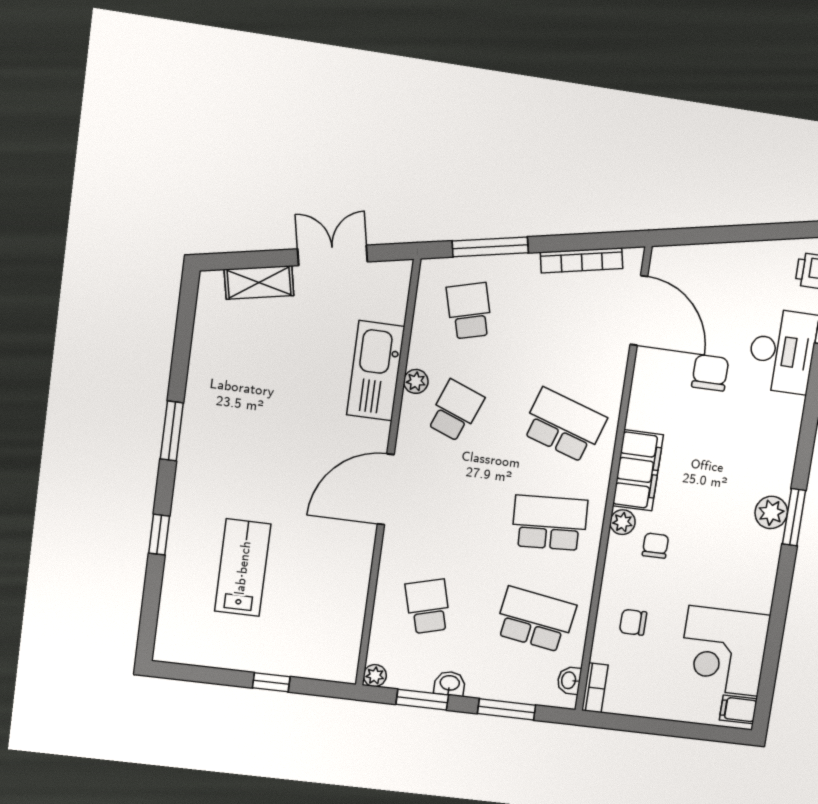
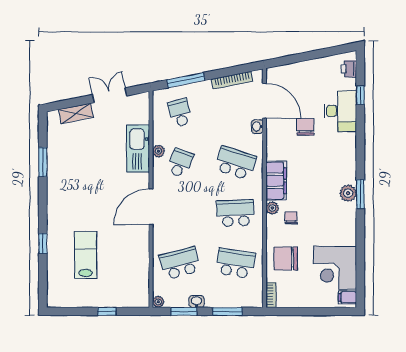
window: (172, 431) -> (43, 162), moved
school desk: (428, 606) -> (180, 263), width x1.85
chair: (633, 622) -> (286, 259), width x1.87, depth x1.87
washbasin: (569, 680) -> (257, 127), moved

